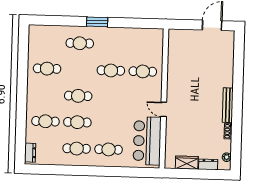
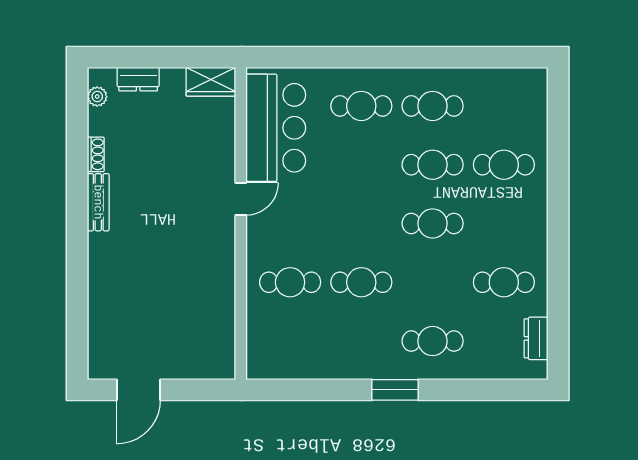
bench: (228, 105) -> (98, 202), width x0.73
door: (164, 109) -> (241, 199), hinge flipped
dresser: (30, 153) -> (536, 338), moved
wardrobe: (187, 163) -> (211, 82), moved

